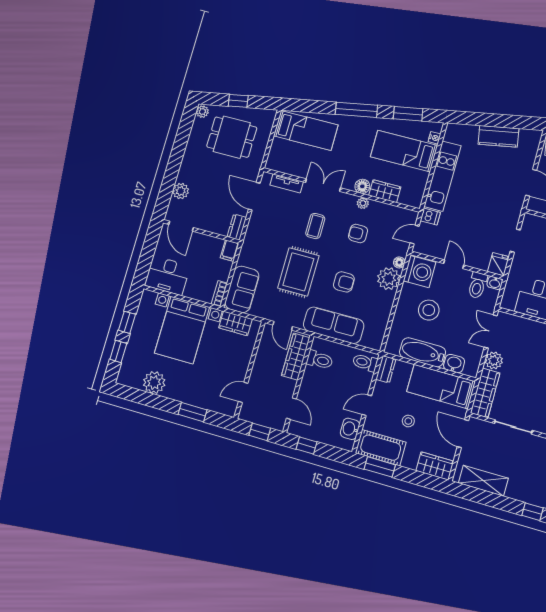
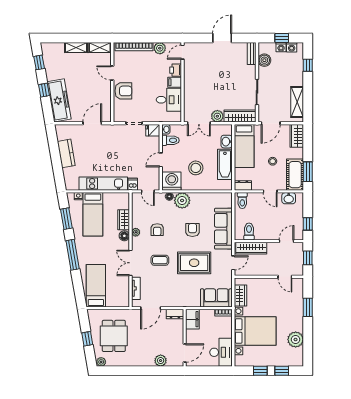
filing cabinet: (230, 251) -> (192, 319), width x2.00

